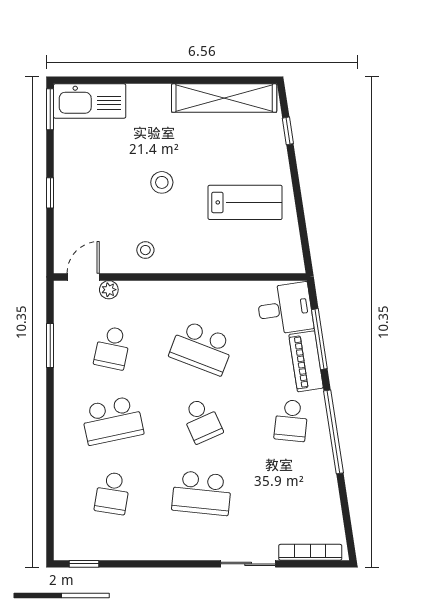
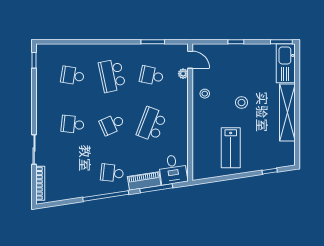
shelving: (224, 98) -> (287, 112), moved
school desk: (202, 493) -> (73, 124), width x0.54

